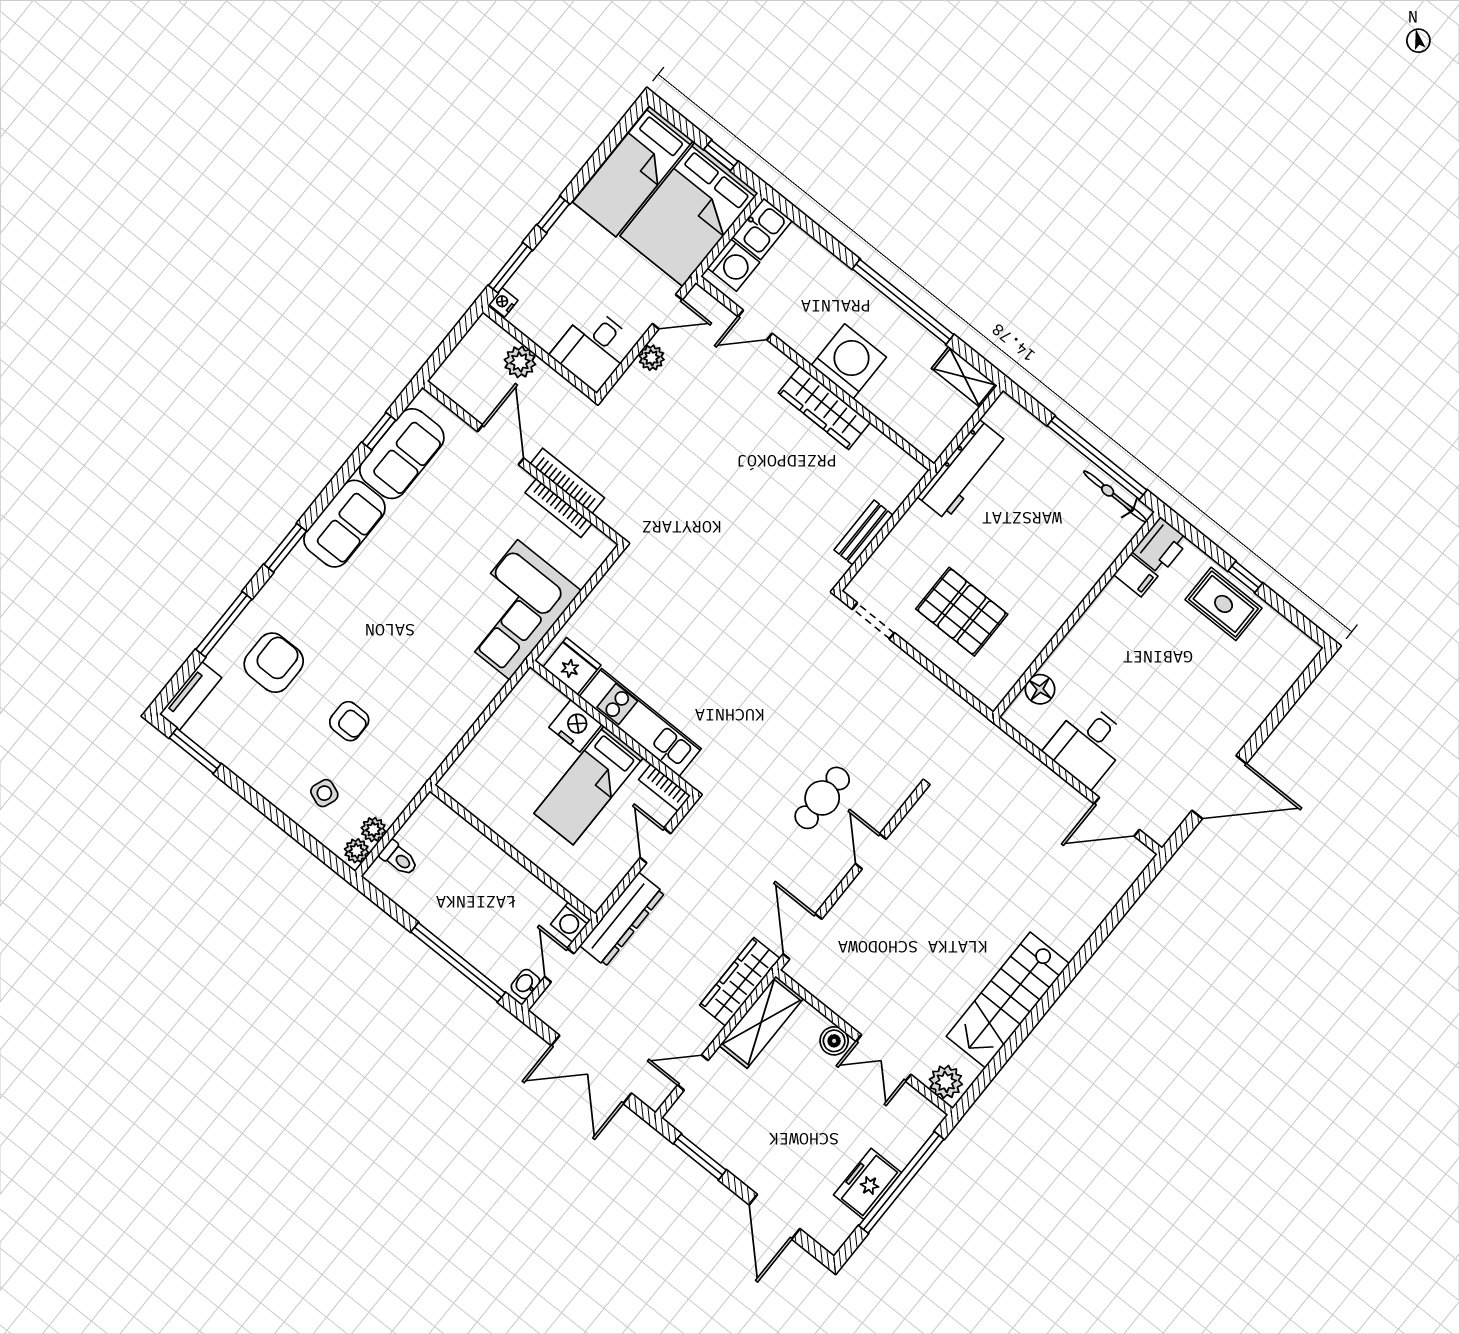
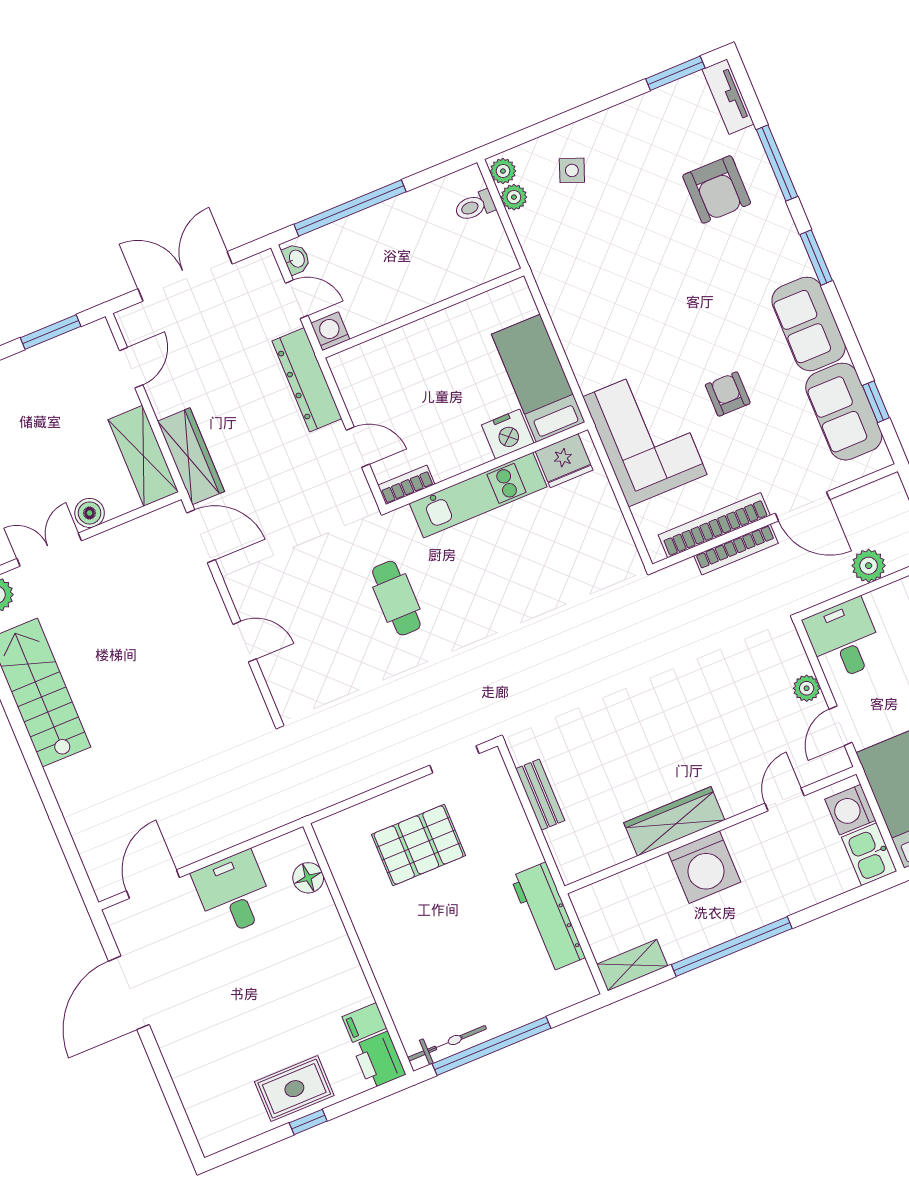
bookcase: (559, 508) -> (714, 525), width x1.48, depth x1.31
armchair: (349, 721) -> (728, 394), moved, turned 90
bed: (589, 785) -> (538, 378), moved
cafe table: (822, 798) -> (396, 598), moved

